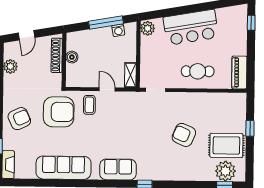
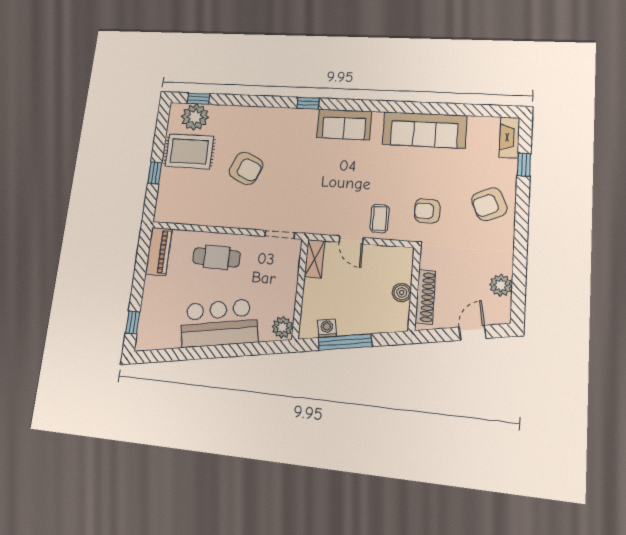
armchair: (59, 112) -> (427, 211), width x0.53, depth x0.53

